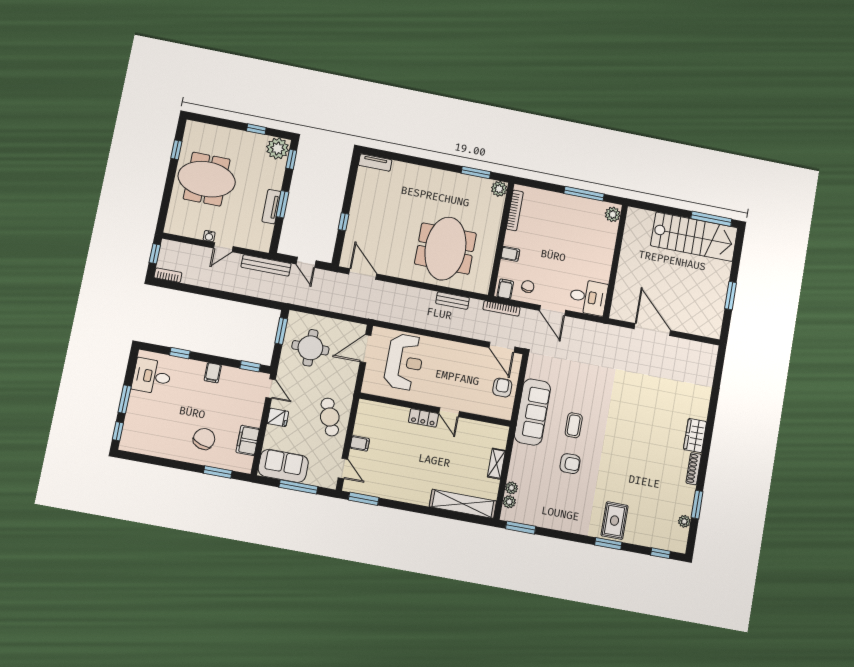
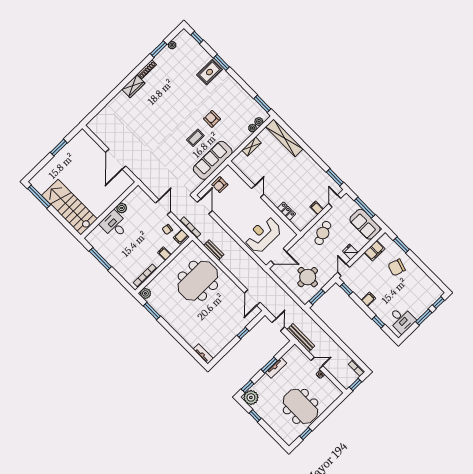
plant: (613, 214) -> (122, 208), moved
stairs: (694, 237) -> (69, 207), moved
desk: (588, 297) -> (114, 225), moved
locker: (423, 418) -> (286, 211), moved

